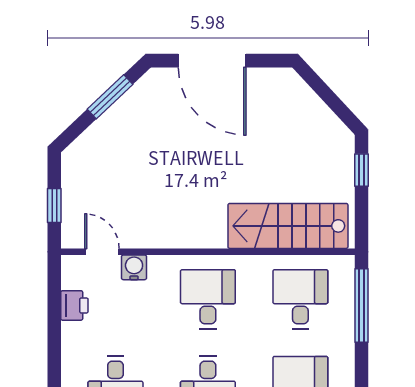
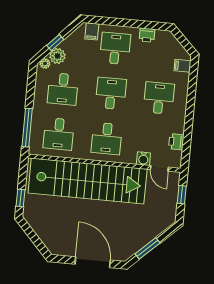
stairs: (288, 226) -> (88, 181), width x1.86, depth x1.51

